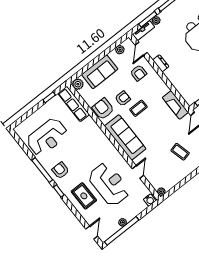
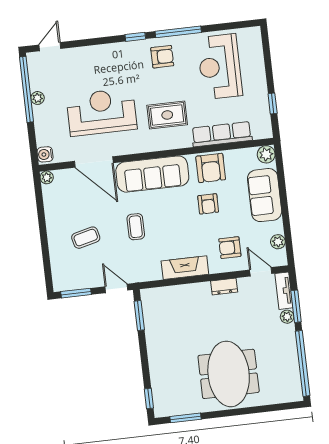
row of seats: (74, 104) -> (222, 134), moved
fireplace: (175, 105) -> (185, 268), moved
coffee table: (138, 108) -> (136, 227), moved
armchair: (103, 109) -> (211, 168), turned 90
door: (138, 172) -> (94, 162), width x1.87
reception desk: (109, 184) -> (102, 112), turned 180
rug: (84, 196) -> (167, 115), moved
door: (92, 233) -> (50, 47), swing flipped

